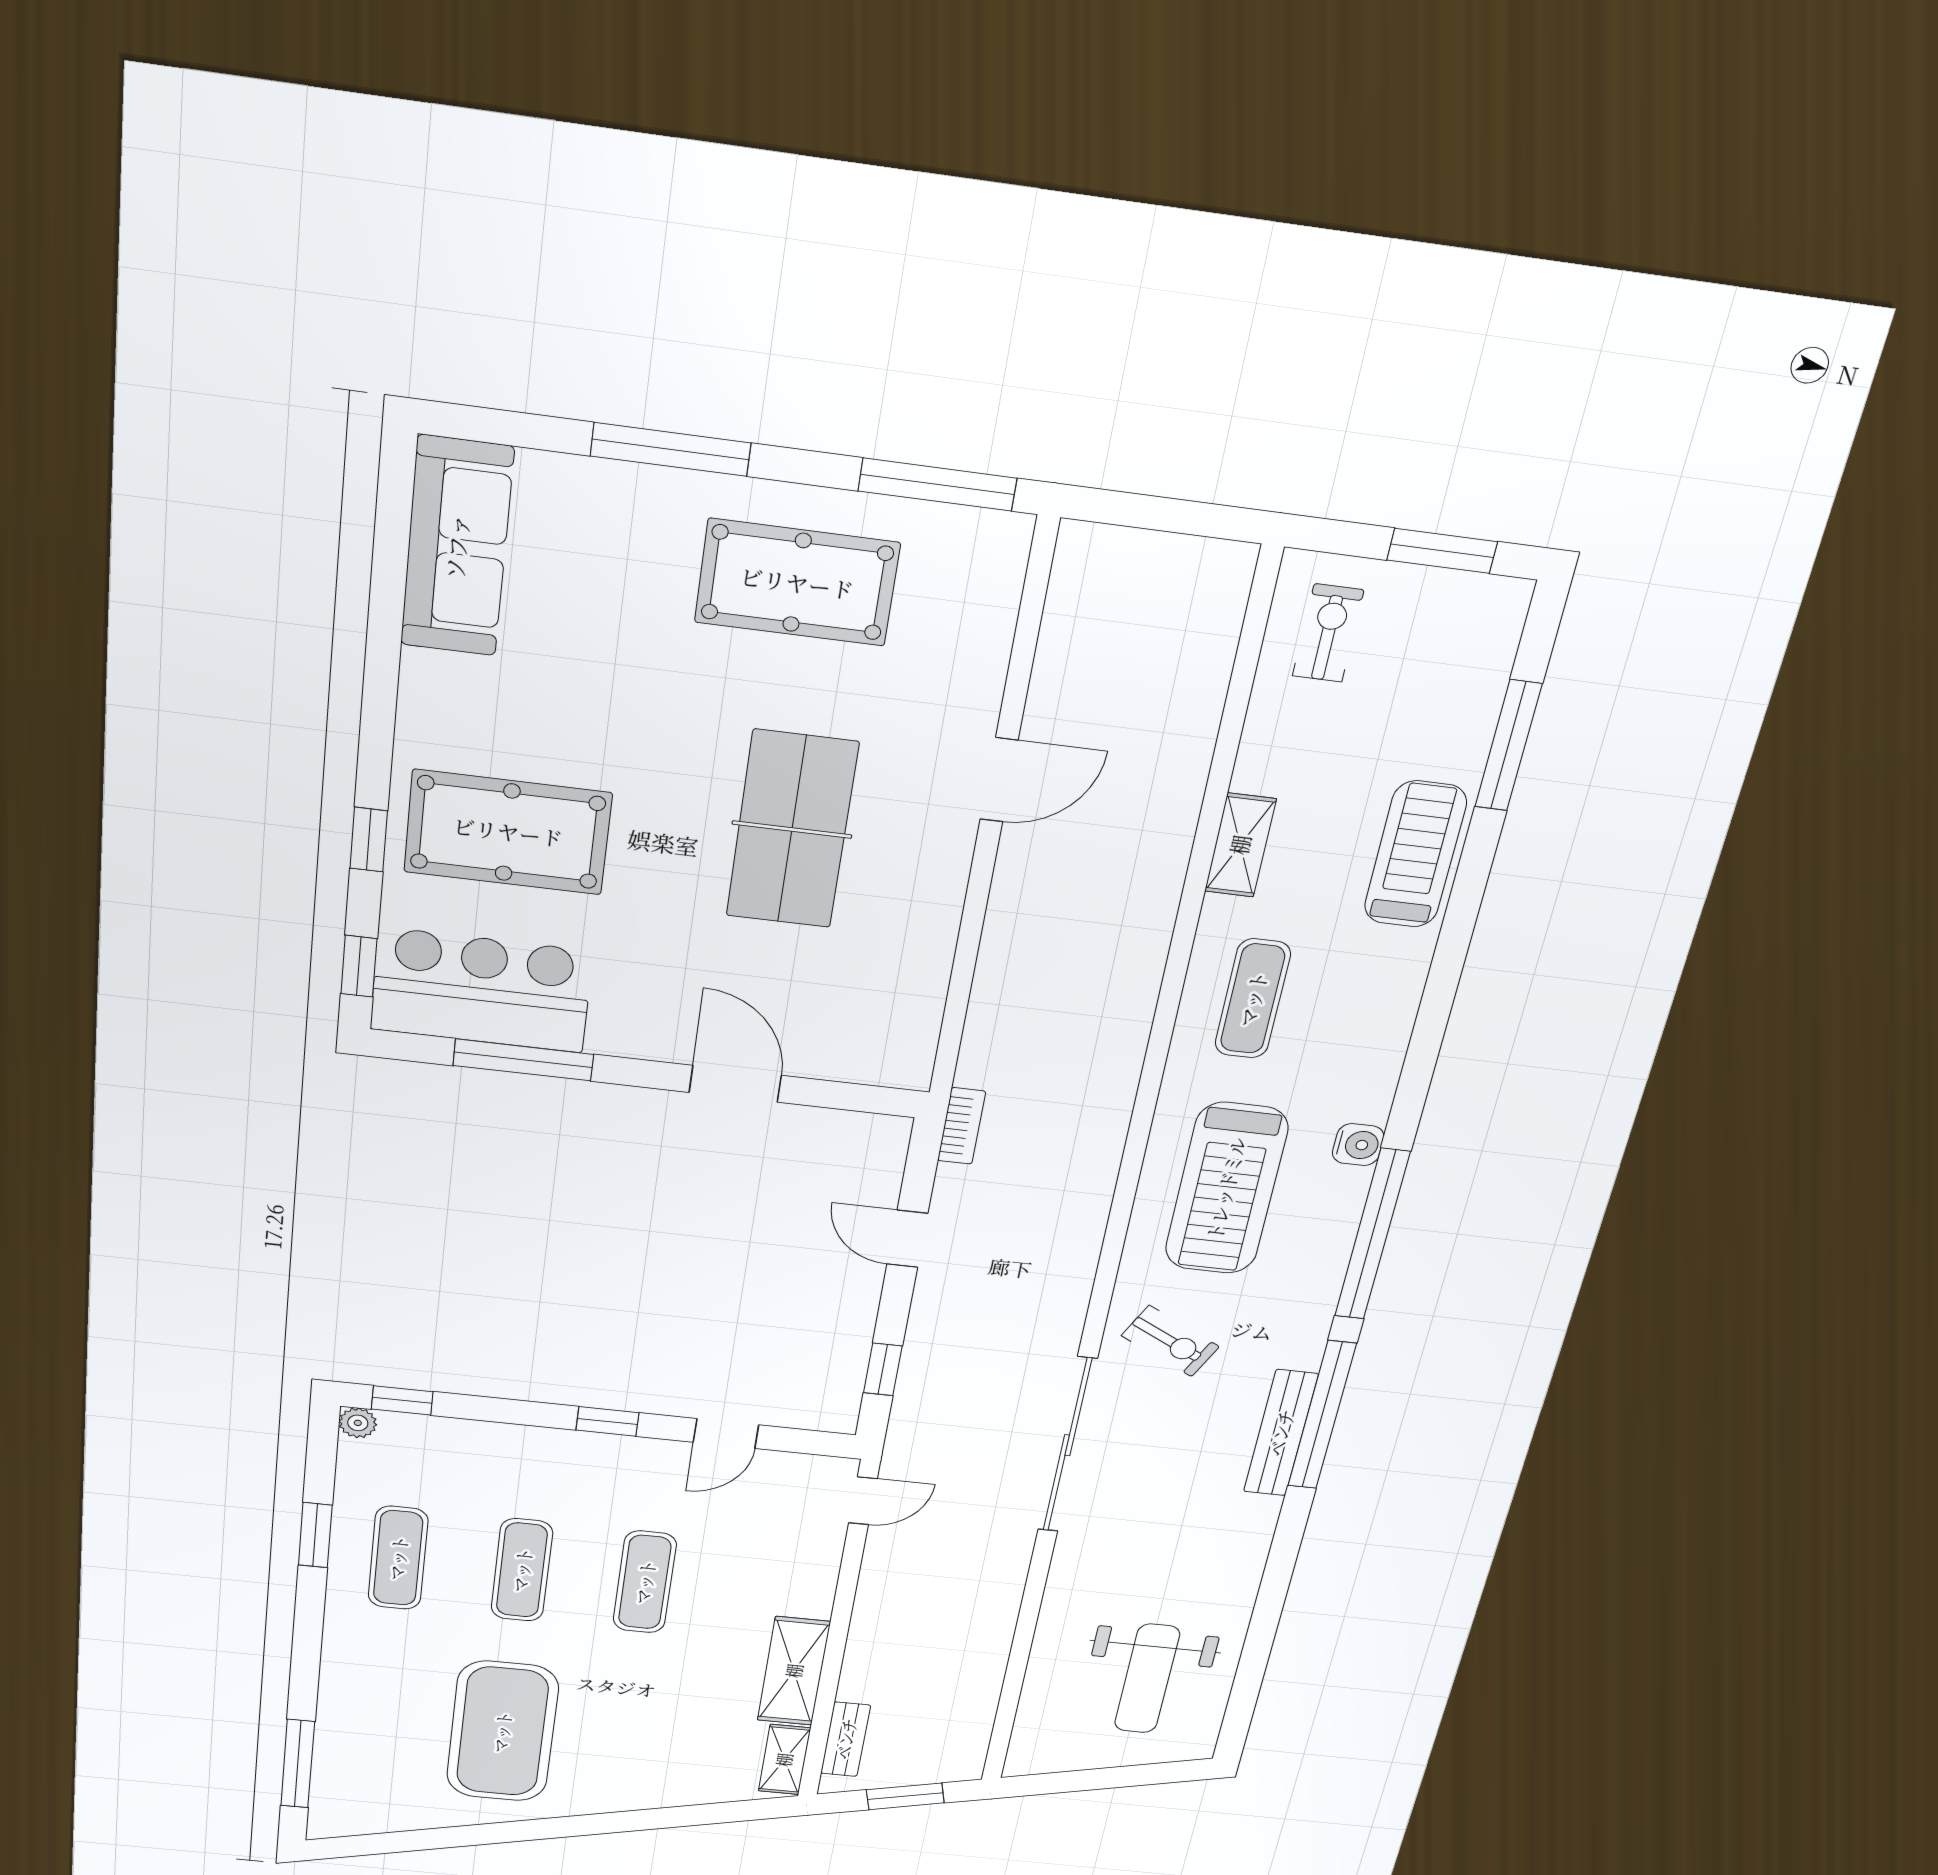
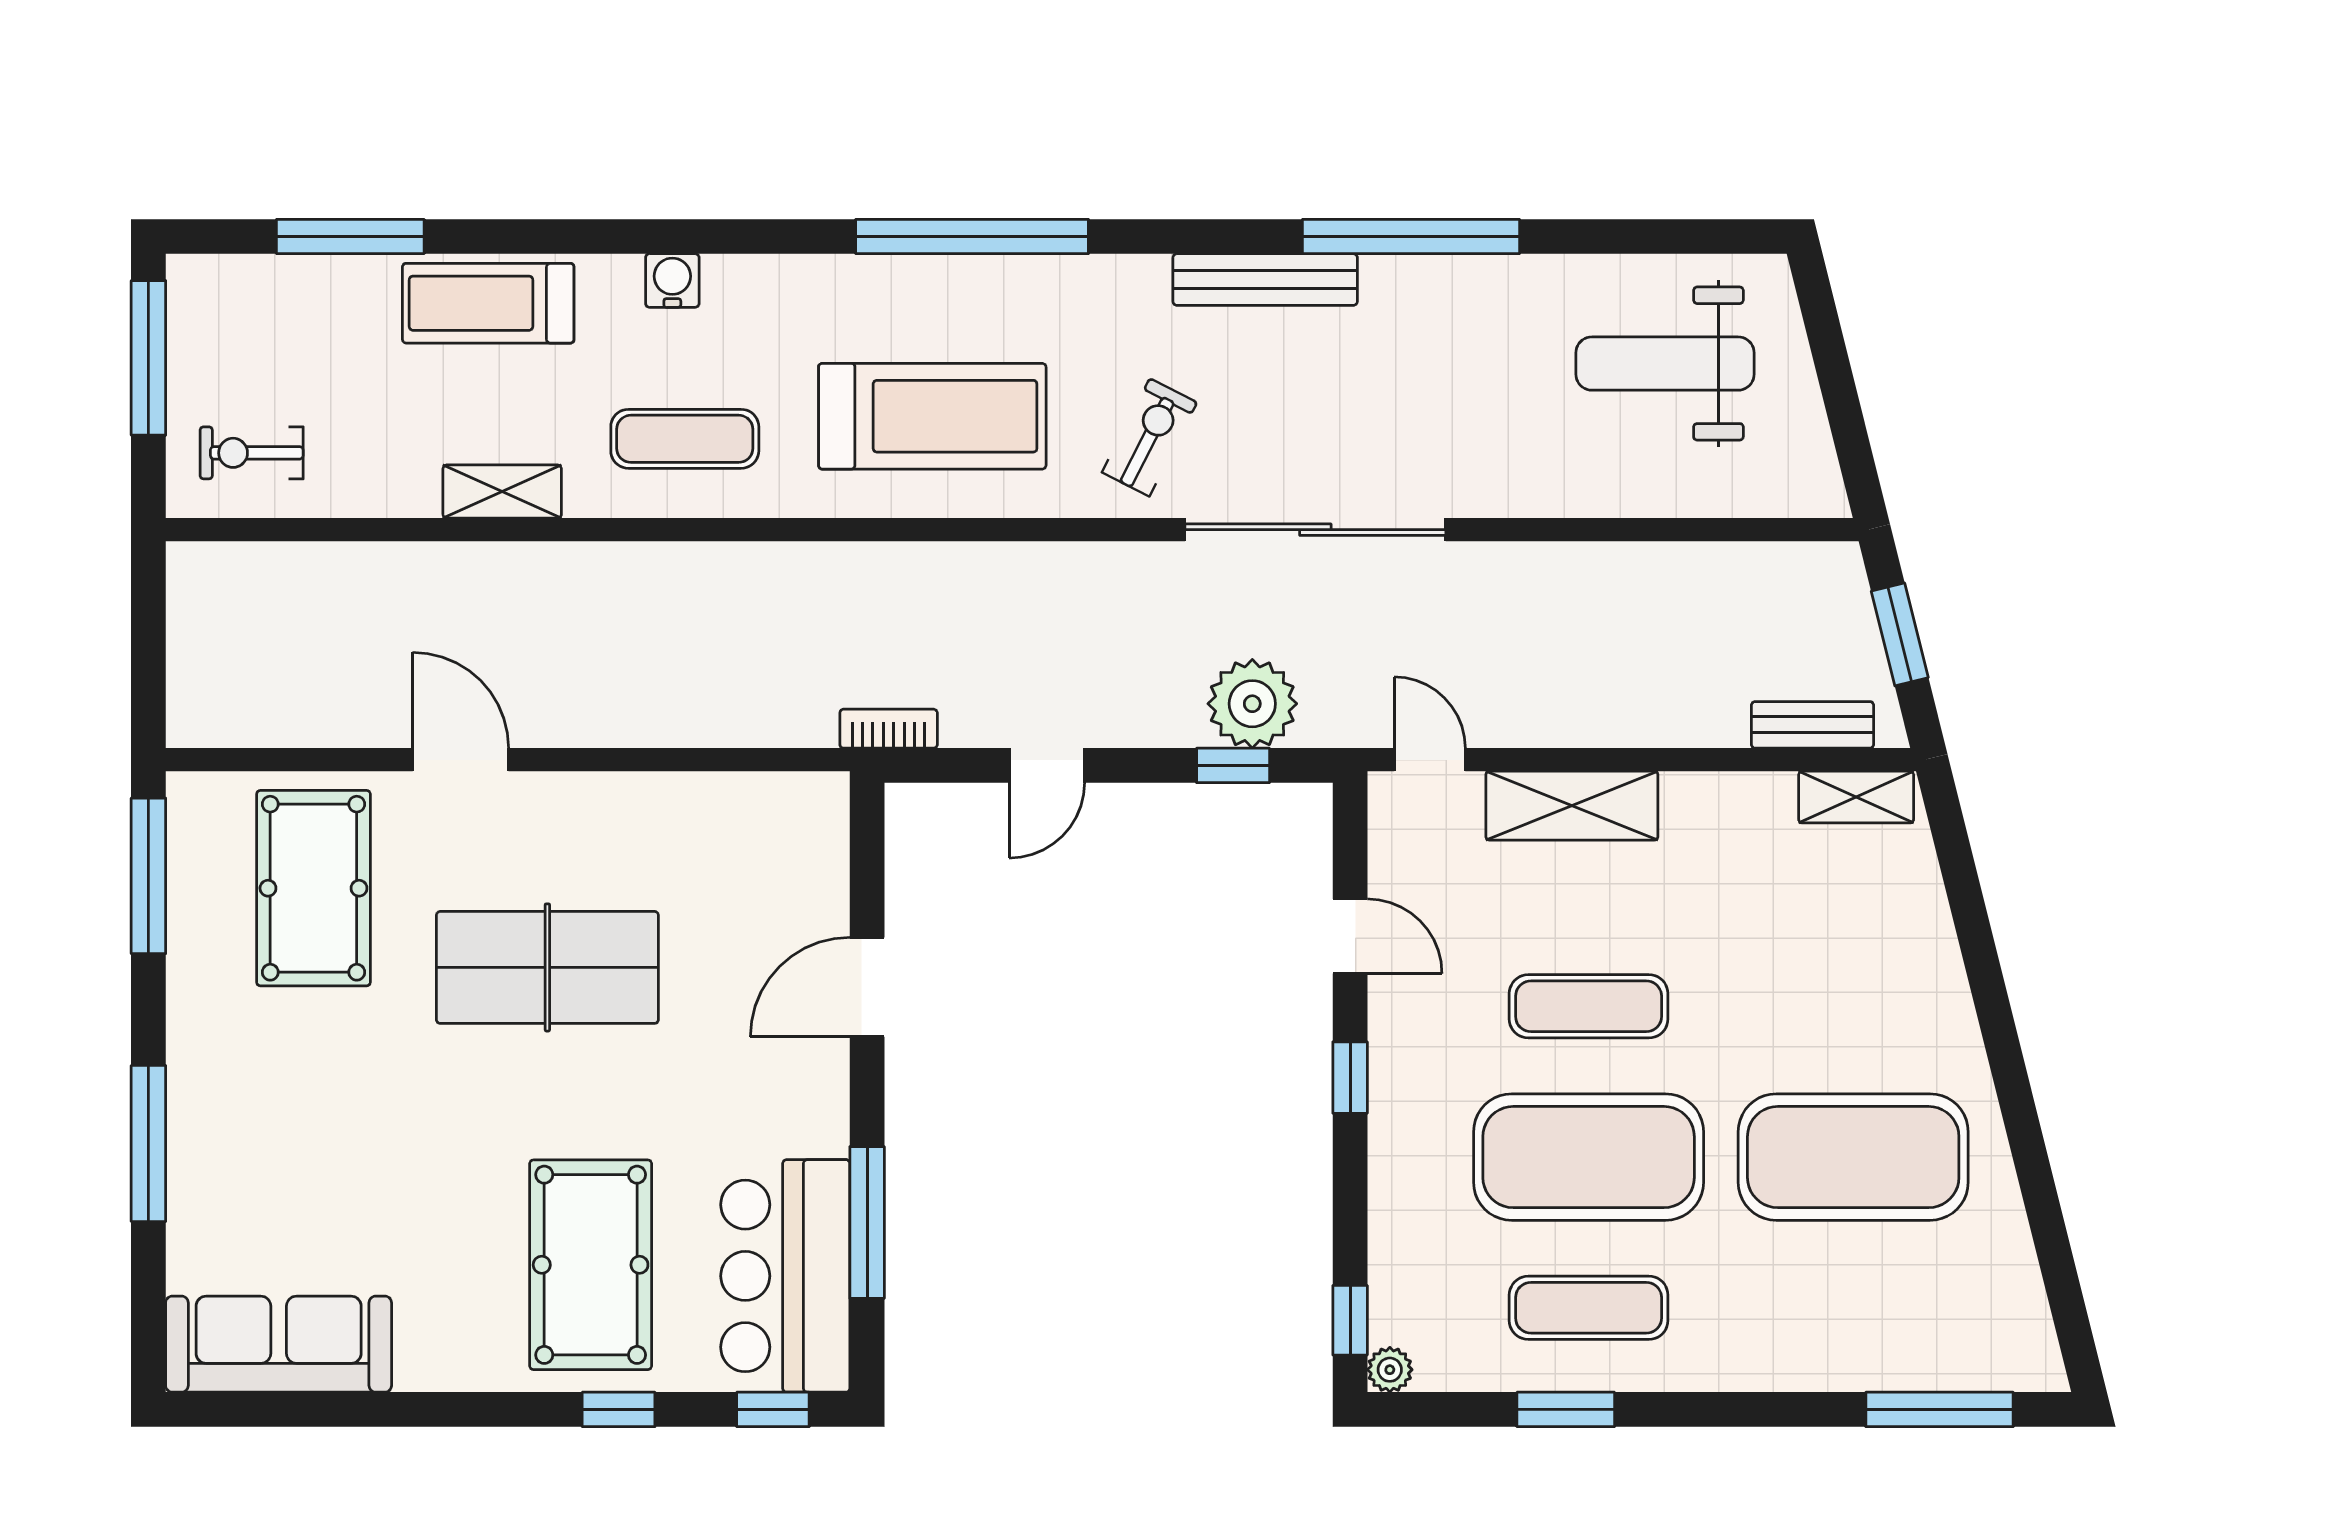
window: (1442, 551) -> (148, 358), width x1.44
pool table: (797, 583) -> (313, 888), moved
water cooler: (1358, 1145) -> (672, 281), moved
plant: (932, 1388) -> (1252, 704), added
window: (1322, 1415) -> (1411, 237), moved
exercise mat: (522, 1570) -> (1589, 1157), width x2.00, depth x1.45
shelving: (794, 1671) -> (1572, 806), moved
weight bench: (1147, 1679) -> (1665, 364), turned 180

